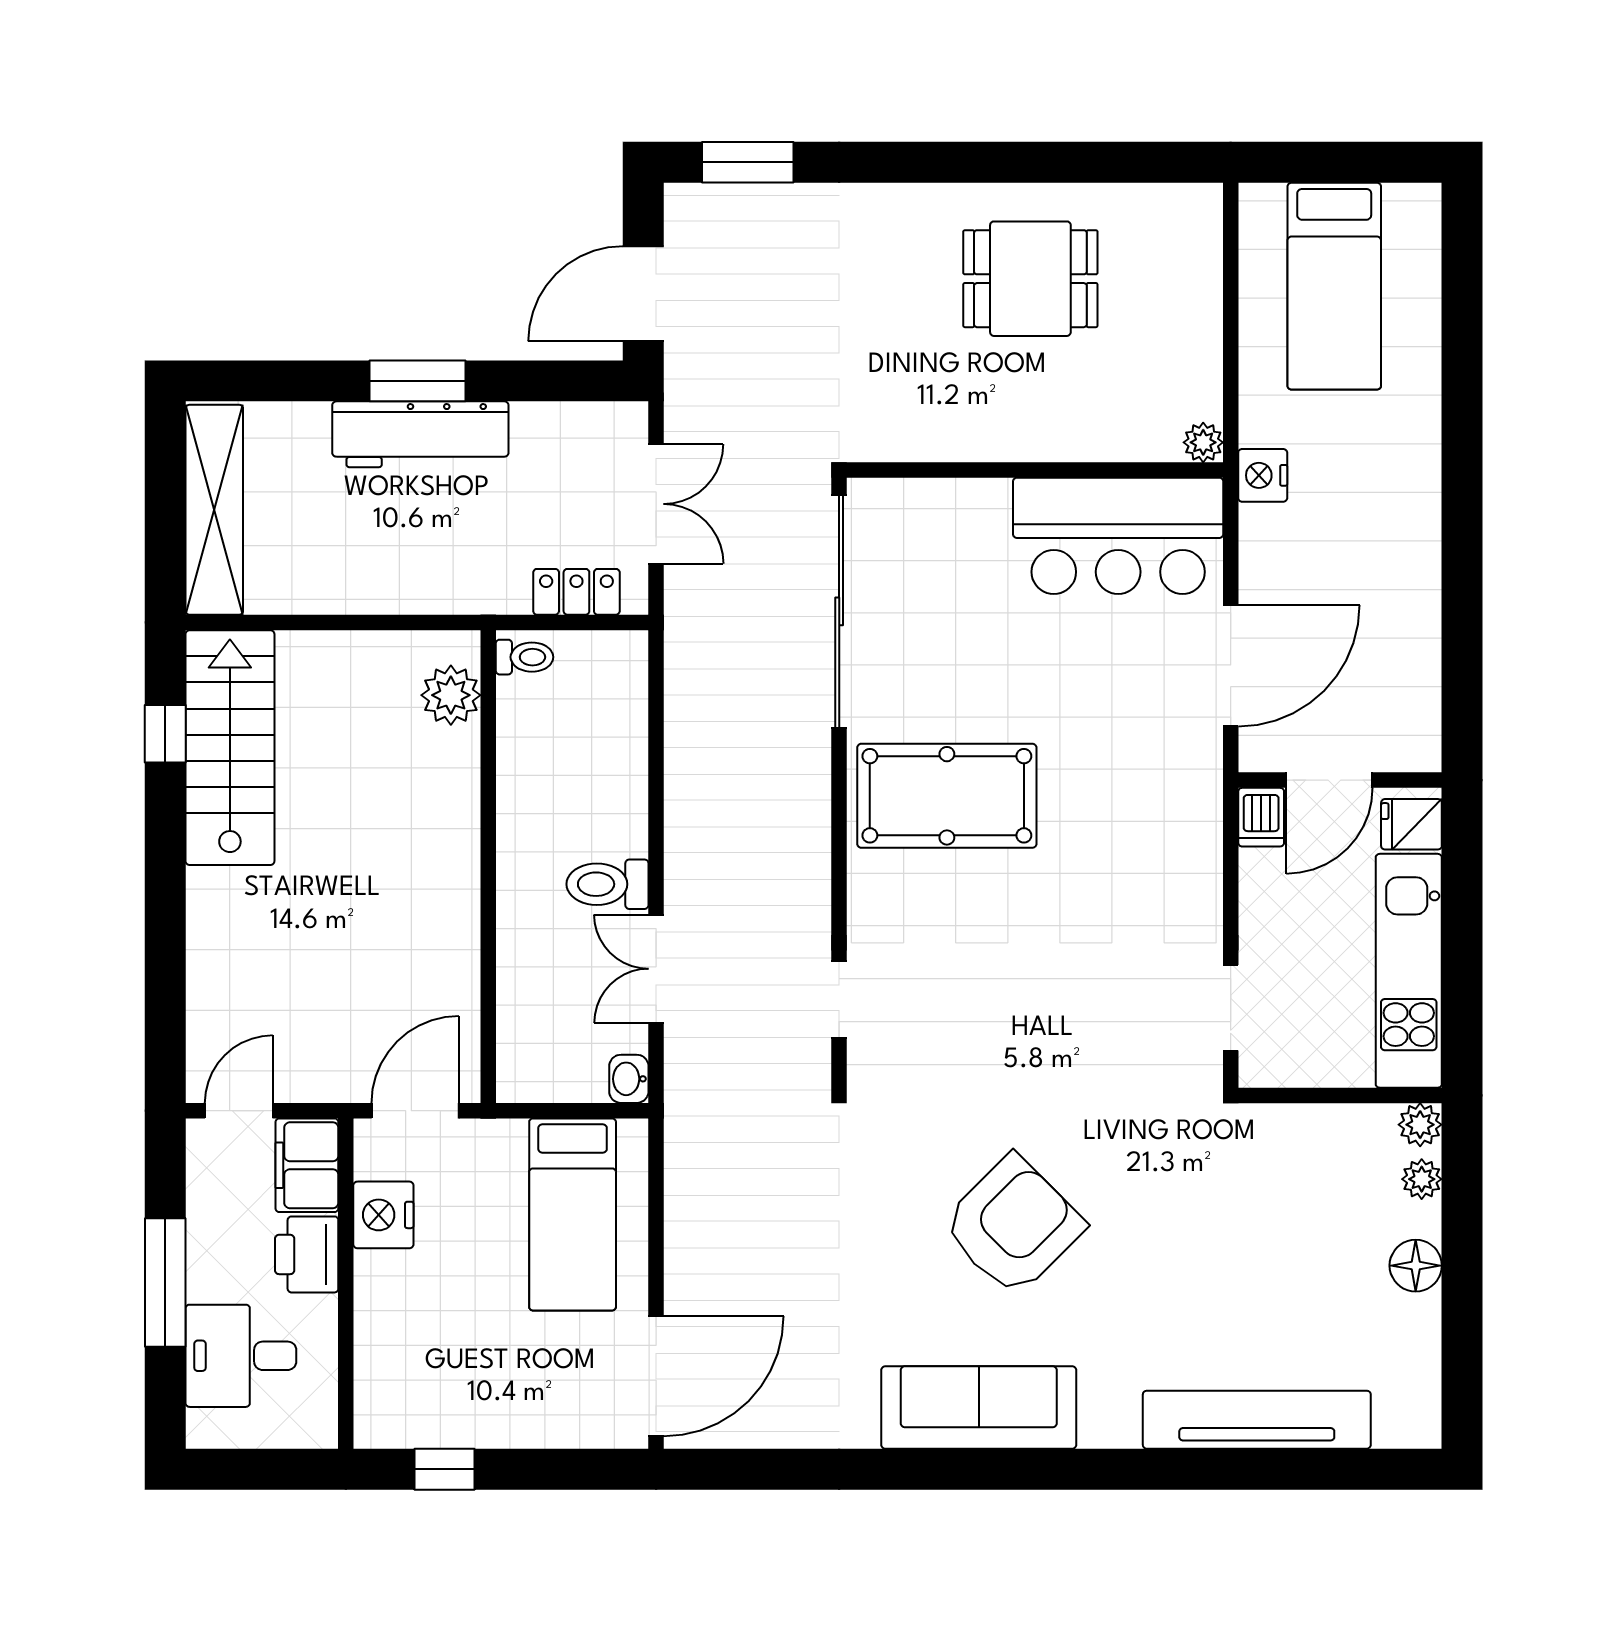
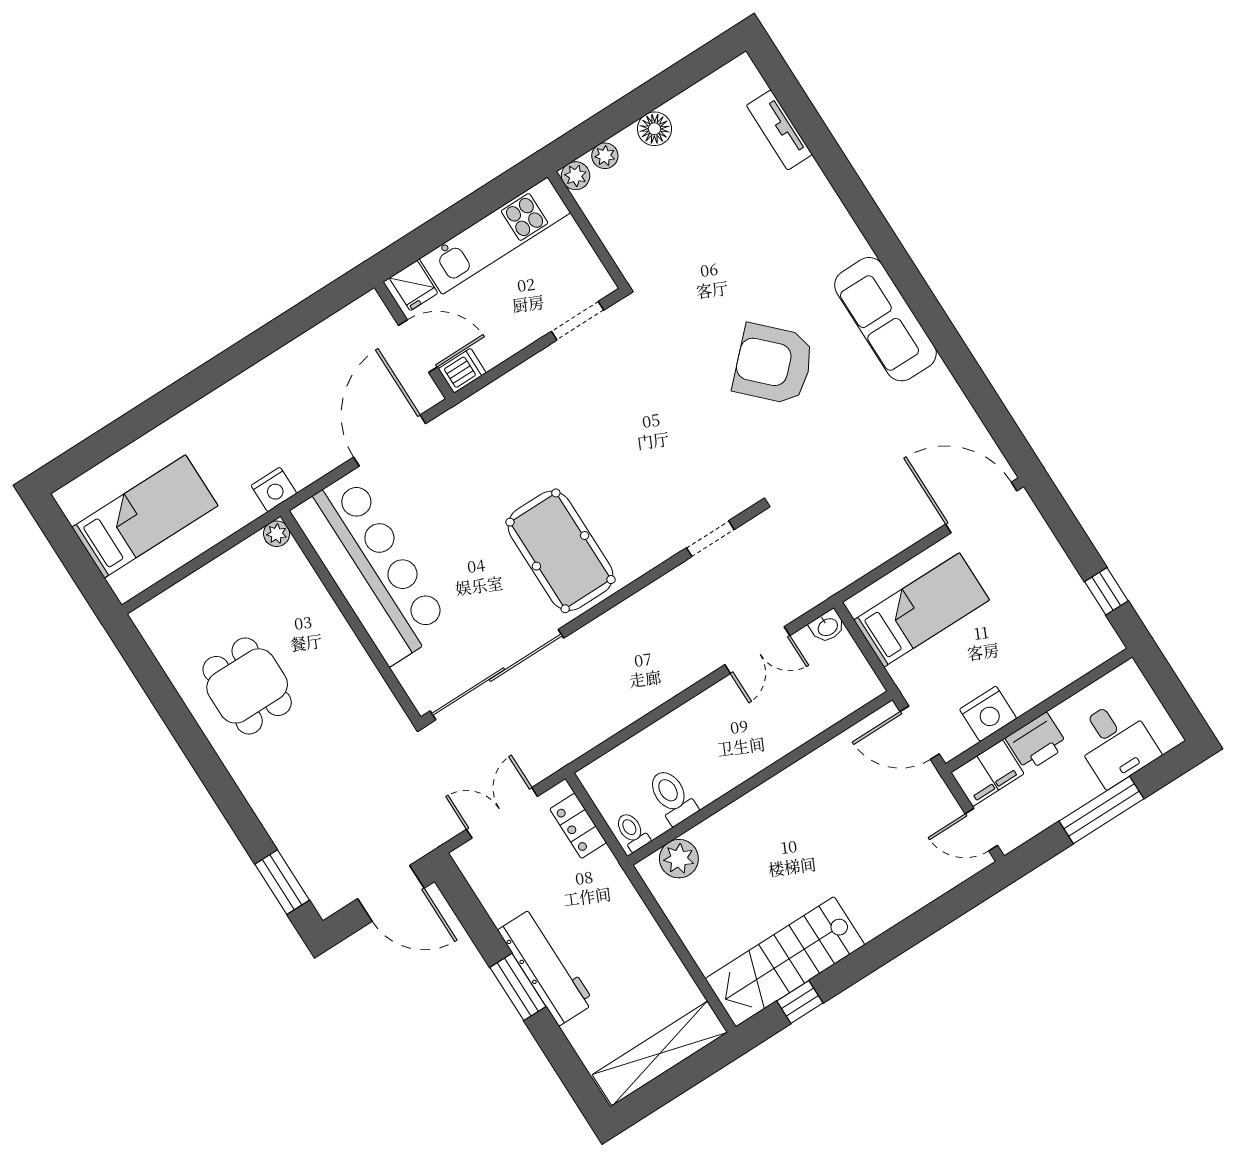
bar counter: (1118, 536) -> (371, 569), width x1.36
door: (1231, 666) -> (390, 440), hinge flipped
toilet: (607, 884) -> (672, 797), moved, turned 180
tv unit: (1257, 1420) -> (779, 130), width x0.52, depth x0.78

